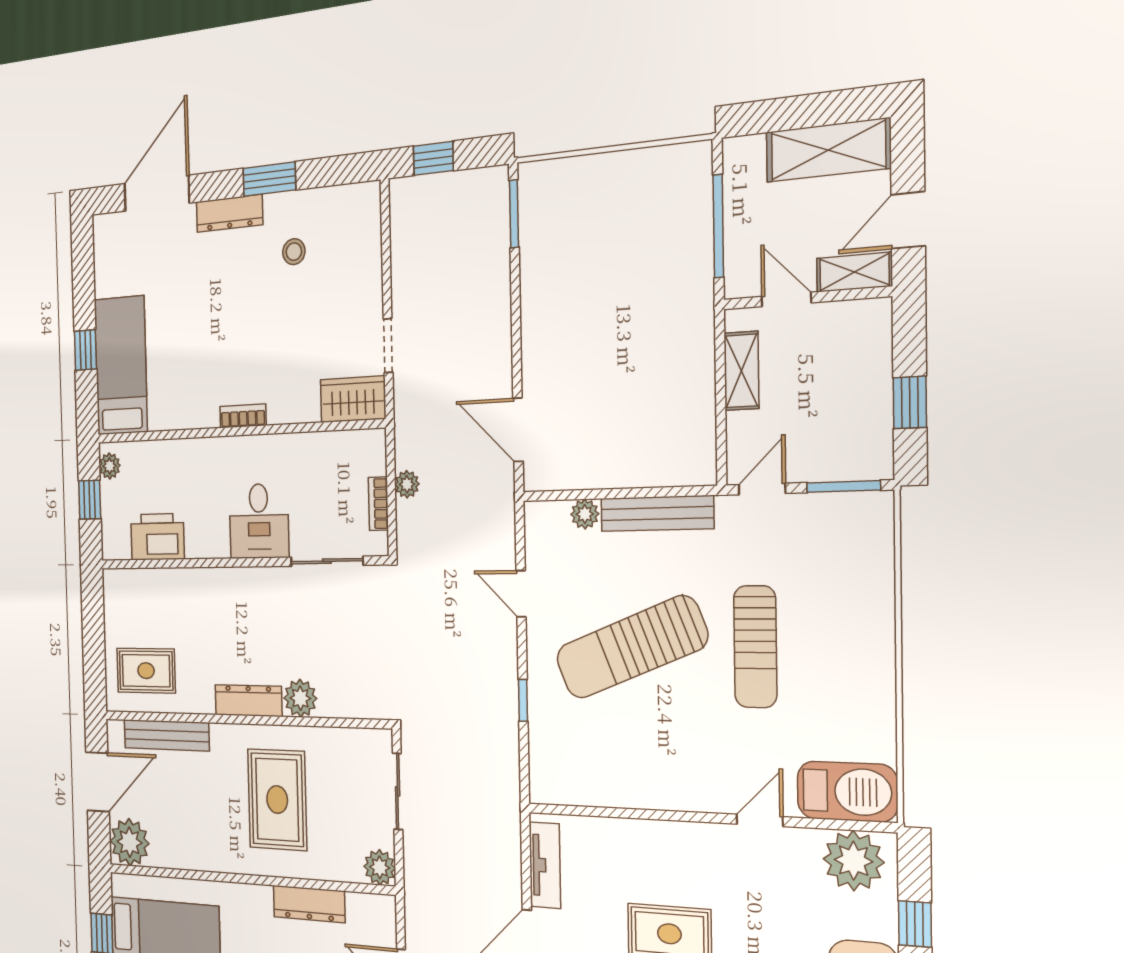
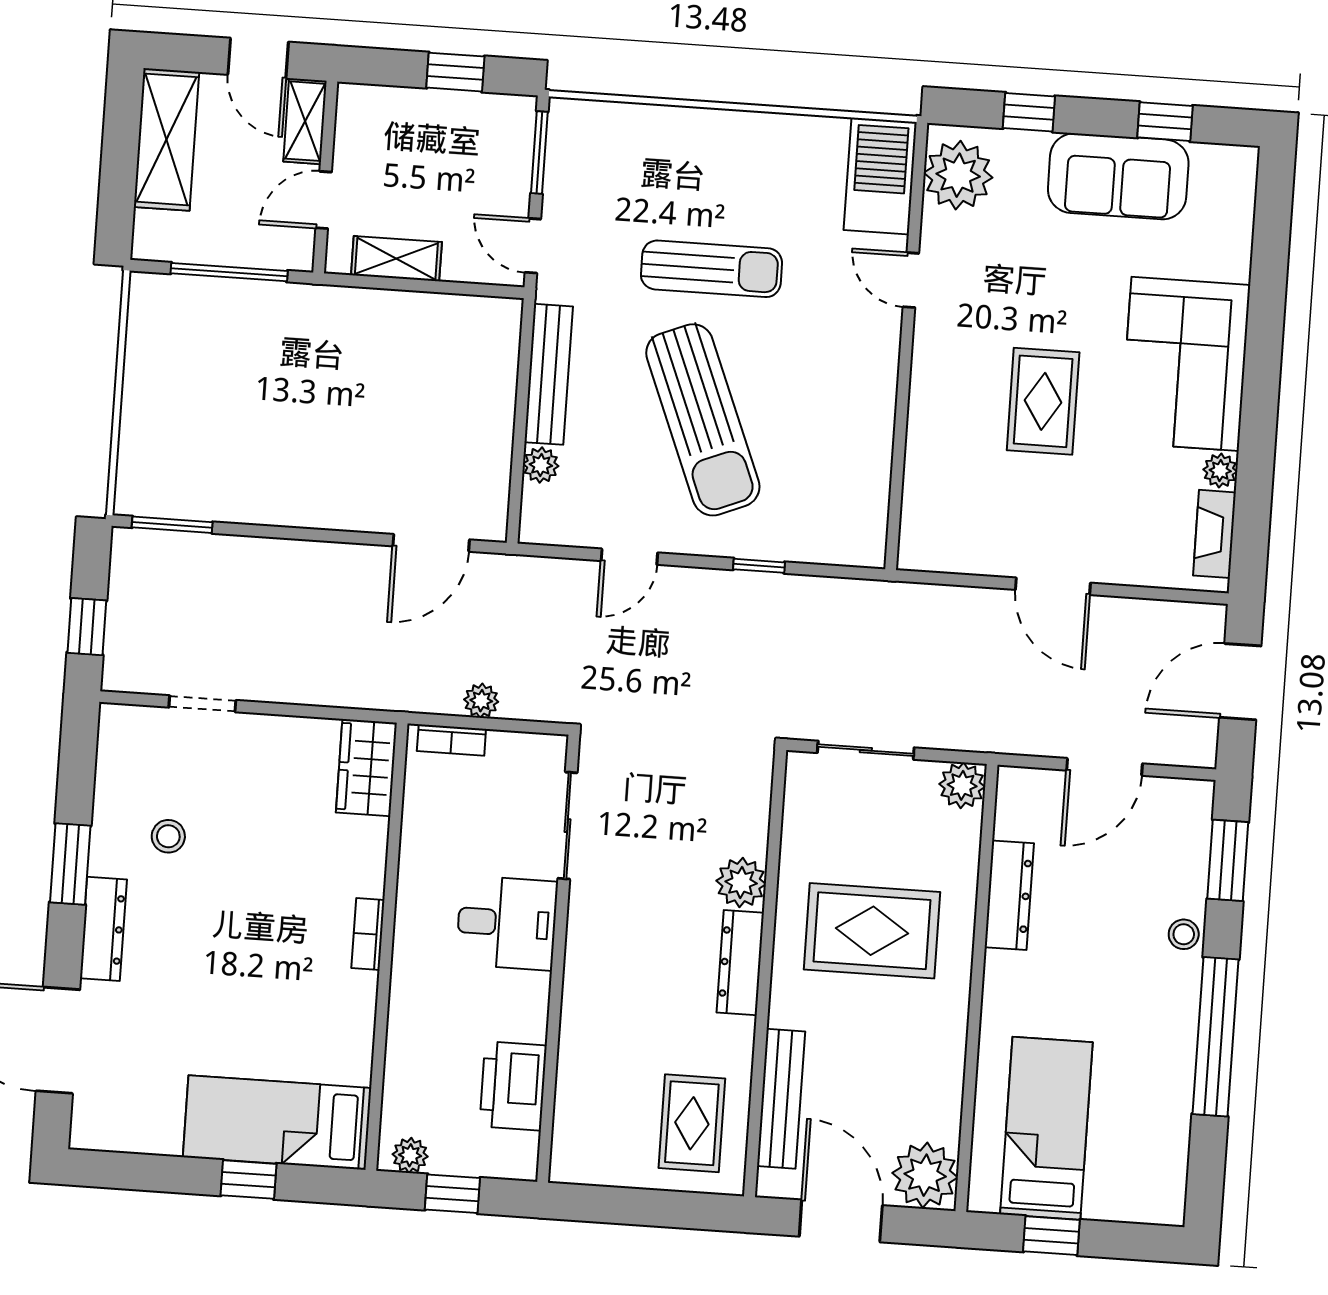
doorway: (388, 346) -> (202, 704), moved
bookcase: (378, 504) -> (451, 740), moved
tv unit: (545, 865) -> (961, 555), removed

